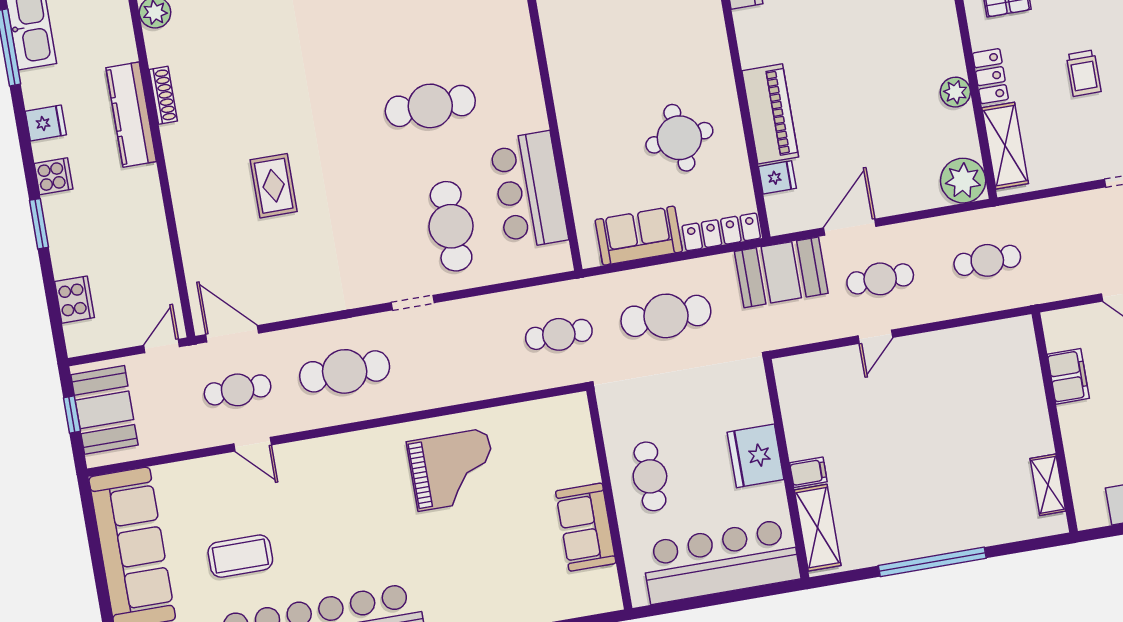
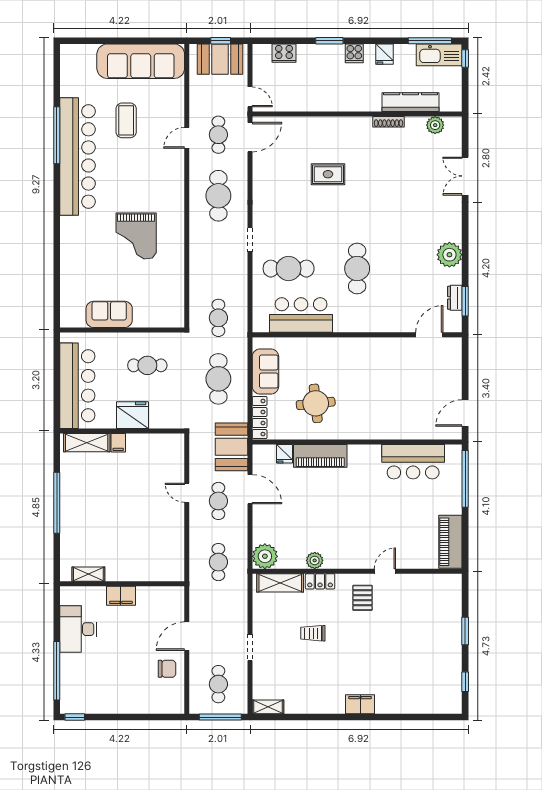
kitchen counter: (131, 115) -> (411, 102), moved
filing cabinet: (1068, 376) -> (121, 596), moved
grand piano: (453, 470) -> (136, 236), moved
cafe table: (650, 476) -> (147, 365), moved

